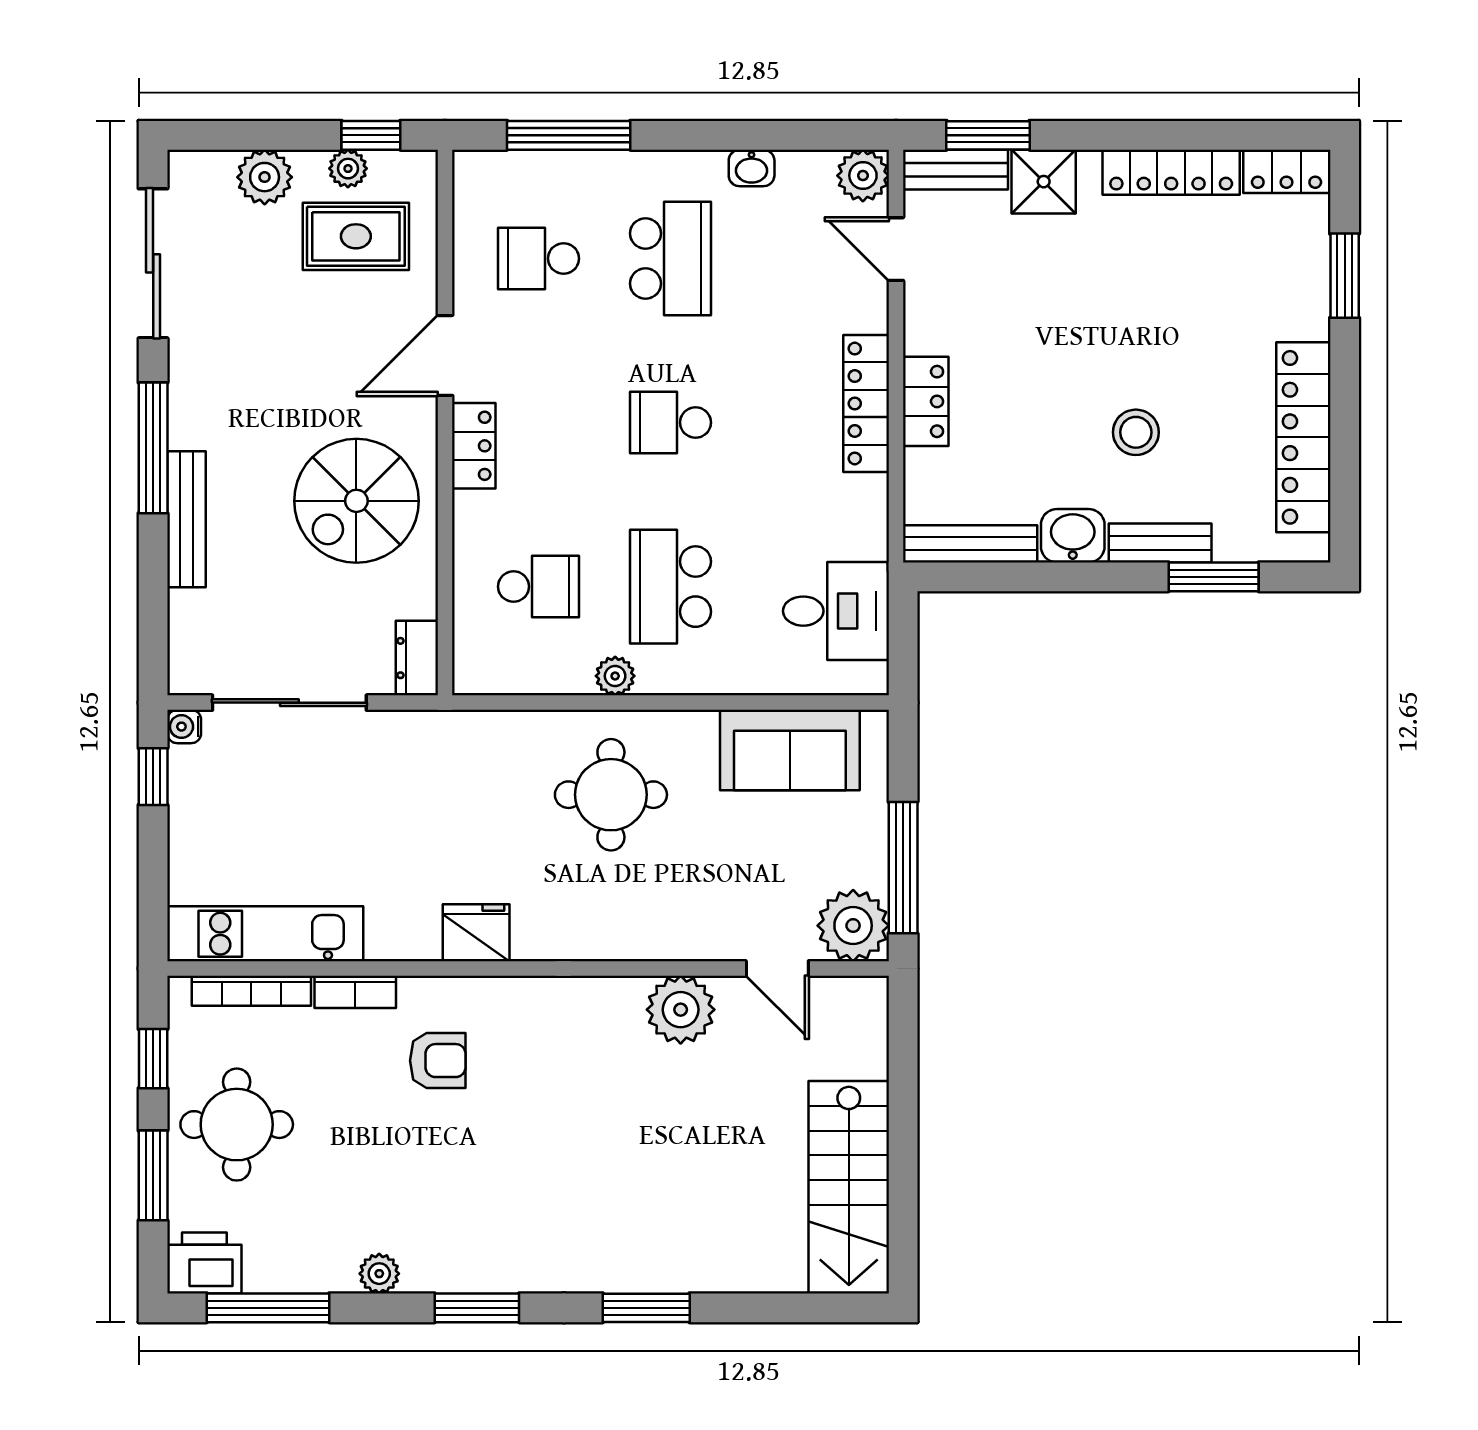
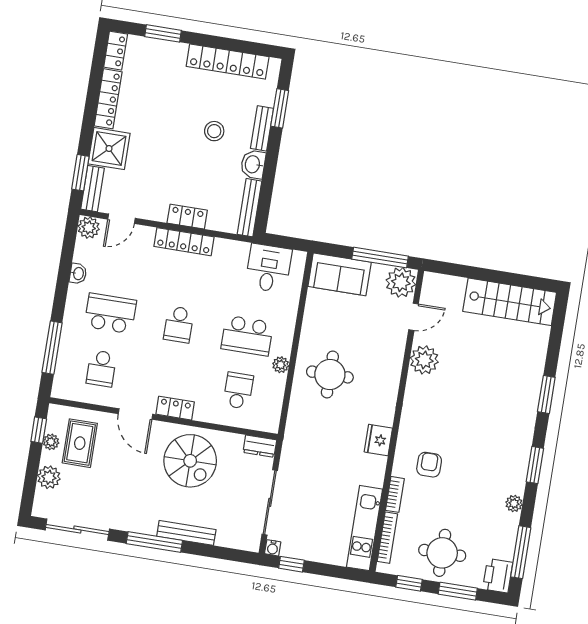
shower: (1044, 182) -> (109, 149), width x1.36, depth x1.36
sofa: (790, 750) -> (340, 274), moved, turned 90

